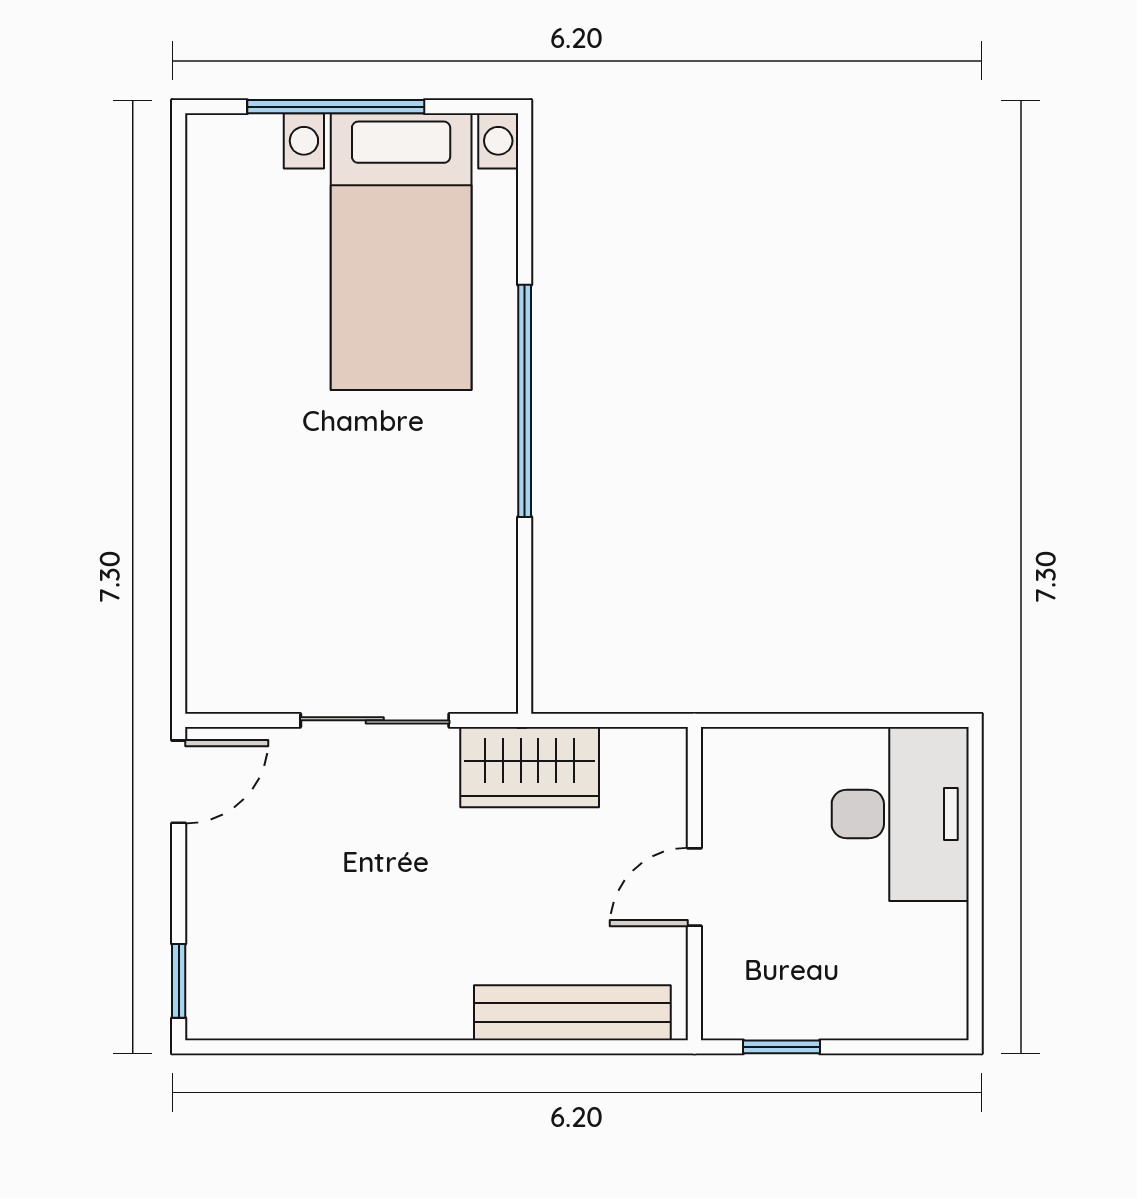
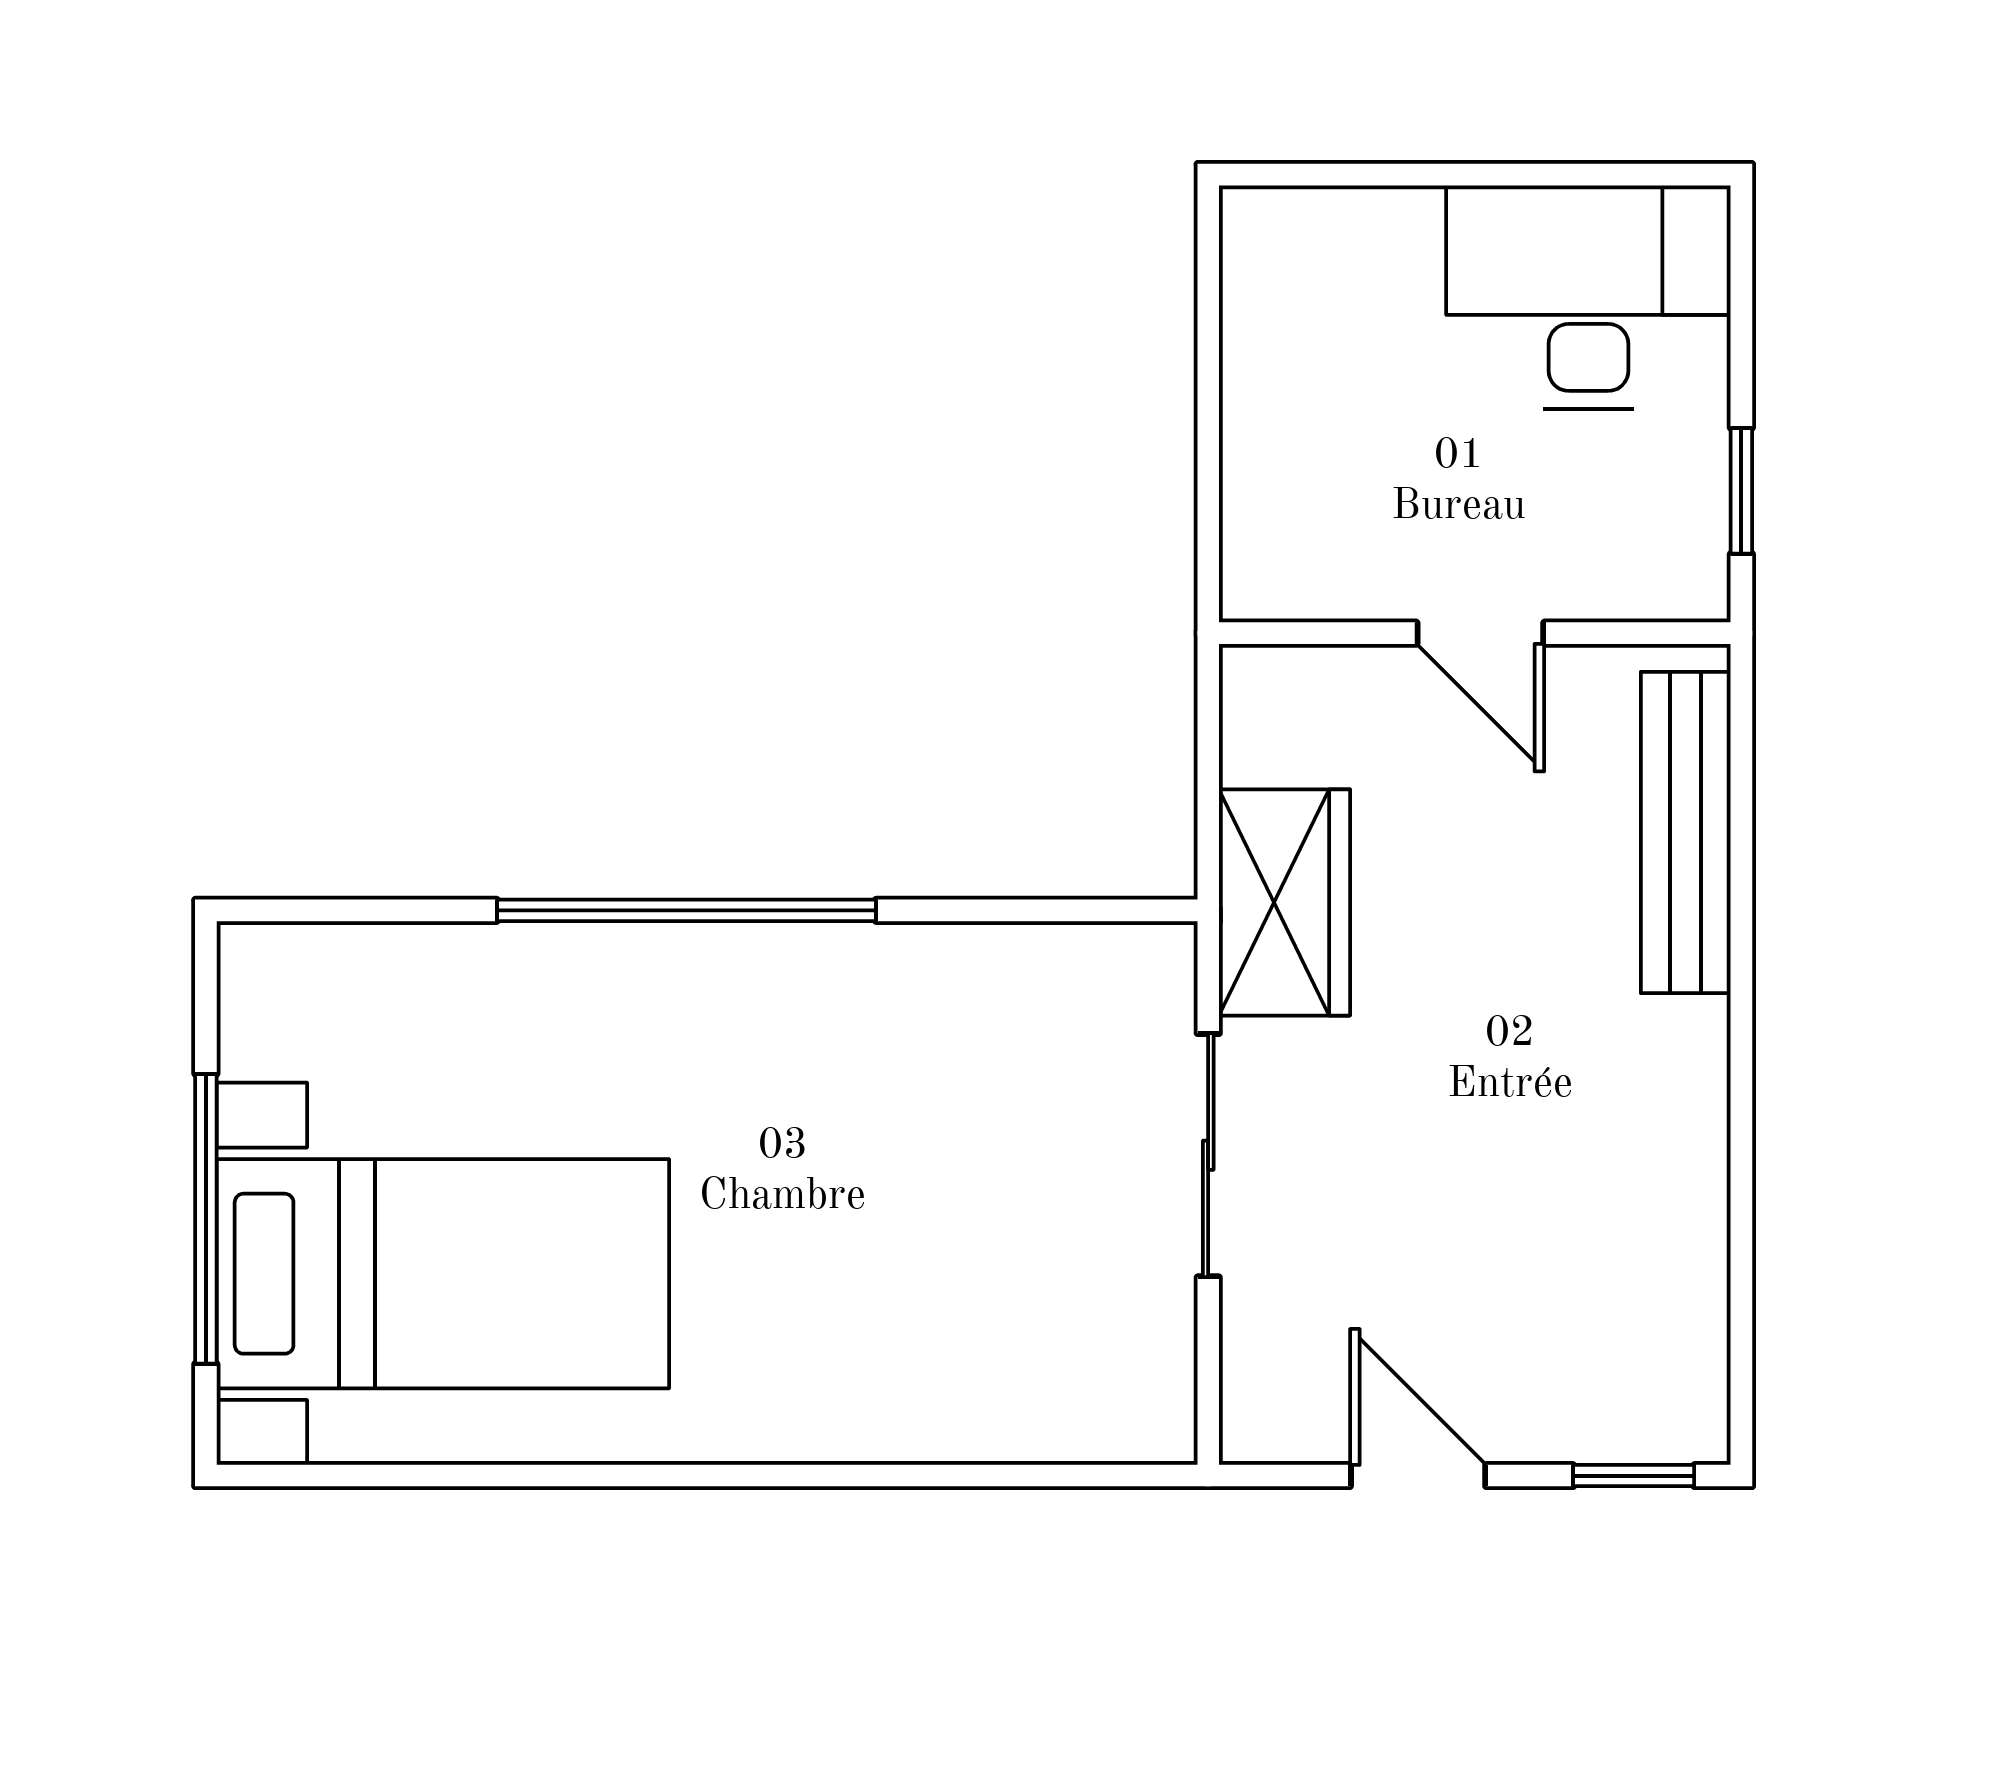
bed with nightstands: (401, 252) -> (443, 1274), moved
door: (179, 782) -> (1418, 1476), moved
desk: (900, 814) -> (1588, 297), moved

